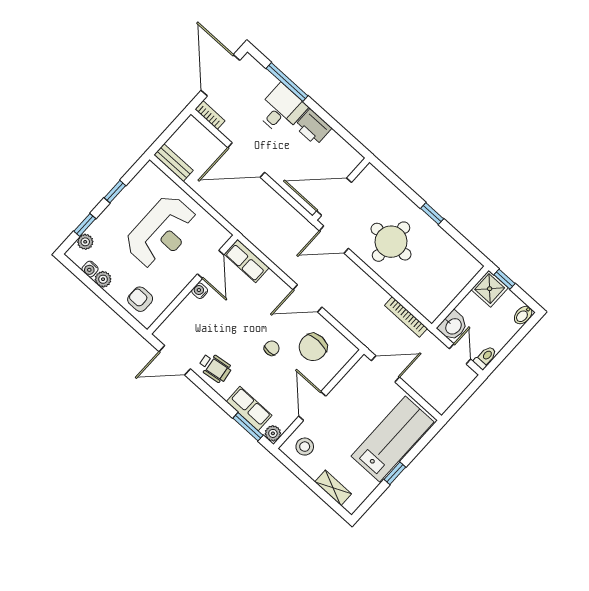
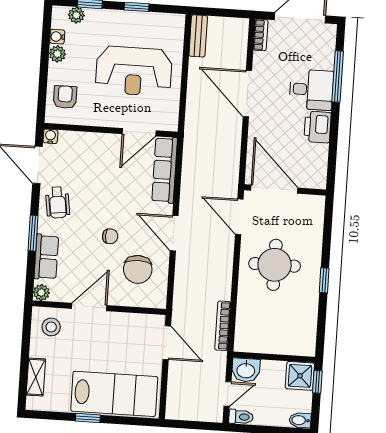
row of seats: (247, 261) -> (165, 170), width x1.48
water cooler: (200, 291) -> (50, 136), moved
chair: (313, 347) -> (138, 269), turned -90
window: (248, 427) -> (33, 233), moved

